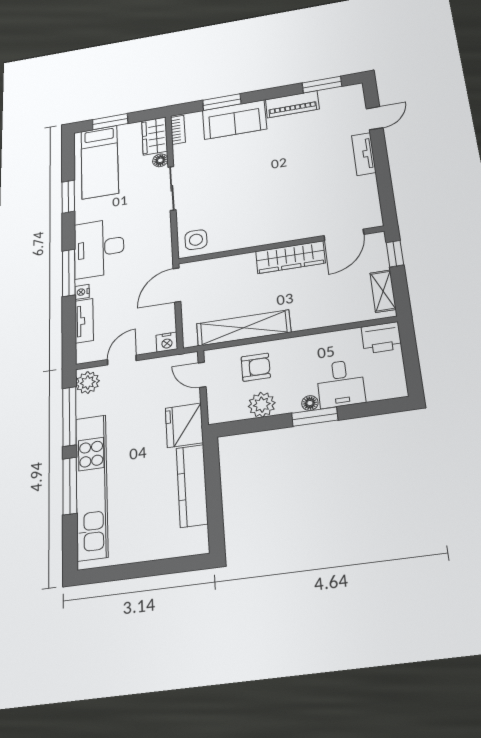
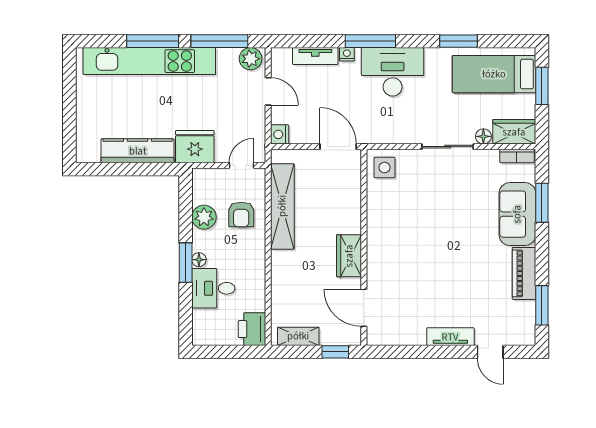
wardrobe: (290, 257) -> (349, 256), width x0.67

